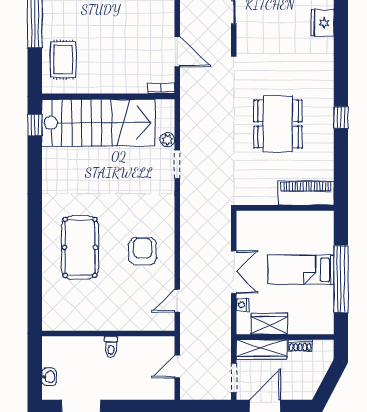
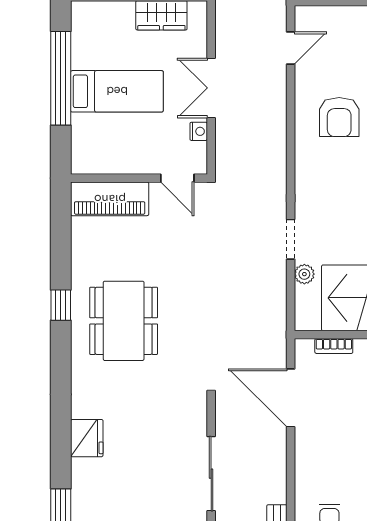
door: (177, 51) -> (291, 398), width x1.36
bookcase: (161, 88) -> (334, 346), moved
dining table: (278, 124) -> (124, 321), moved
door: (258, 208) -> (177, 178), added
nightstand: (243, 305) -> (199, 131), moved

